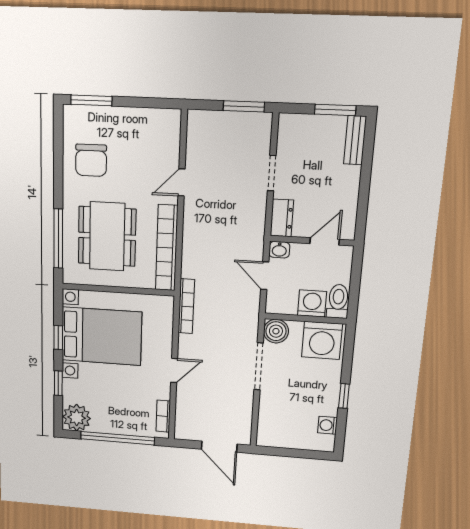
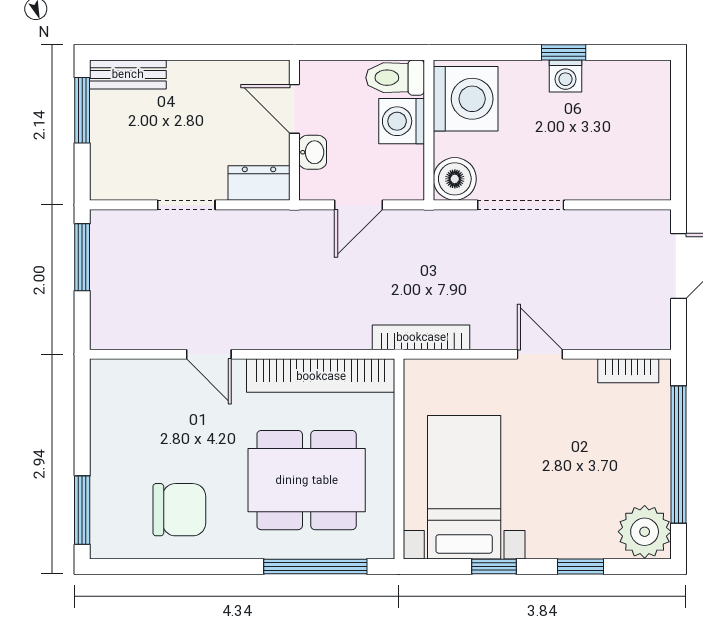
washbasin: (279, 250) -> (313, 152), moved
bed with nightstands: (102, 336) -> (464, 487), width x0.73
washing machine: (328, 425) -> (565, 76), moved

